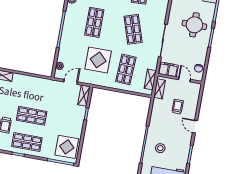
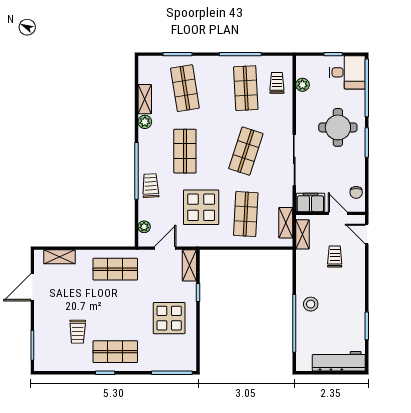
shop shelf: (133, 29) -> (246, 151), turned 36
trolley: (68, 40) -> (151, 186), added
shop shelf: (32, 116) -> (115, 269), moved
door: (195, 127) -> (367, 234), moved
display table: (67, 147) -> (169, 318), moved
stool: (160, 148) -> (311, 304), moved

